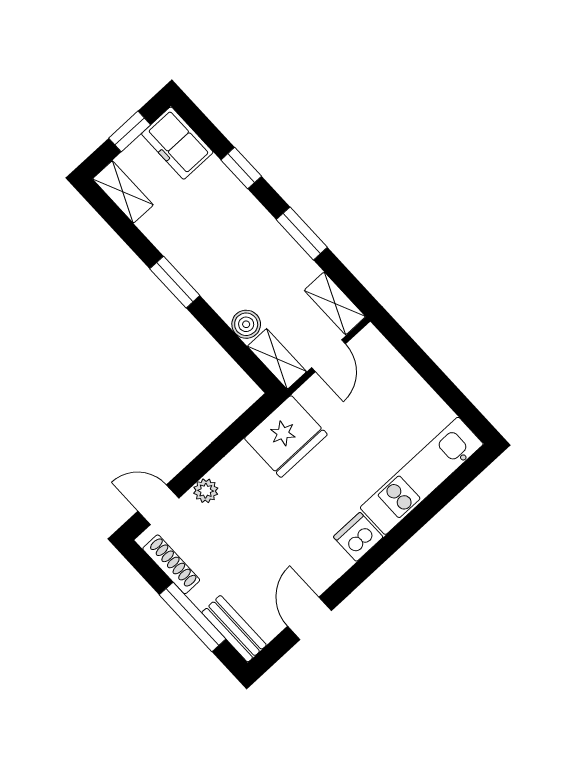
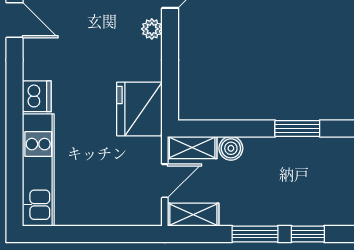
window: (241, 168) -> (308, 234), moved
door: (328, 356) -> (165, 181), swing flipped

